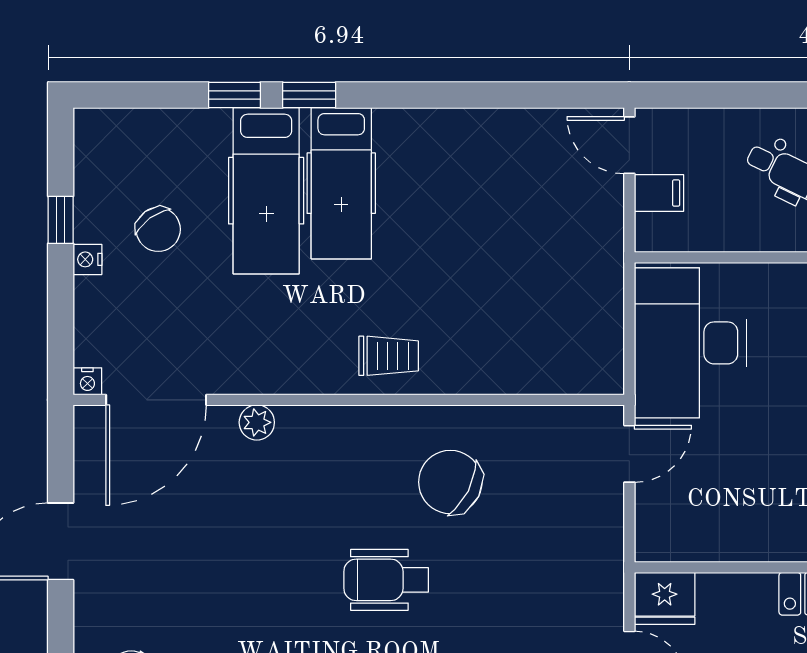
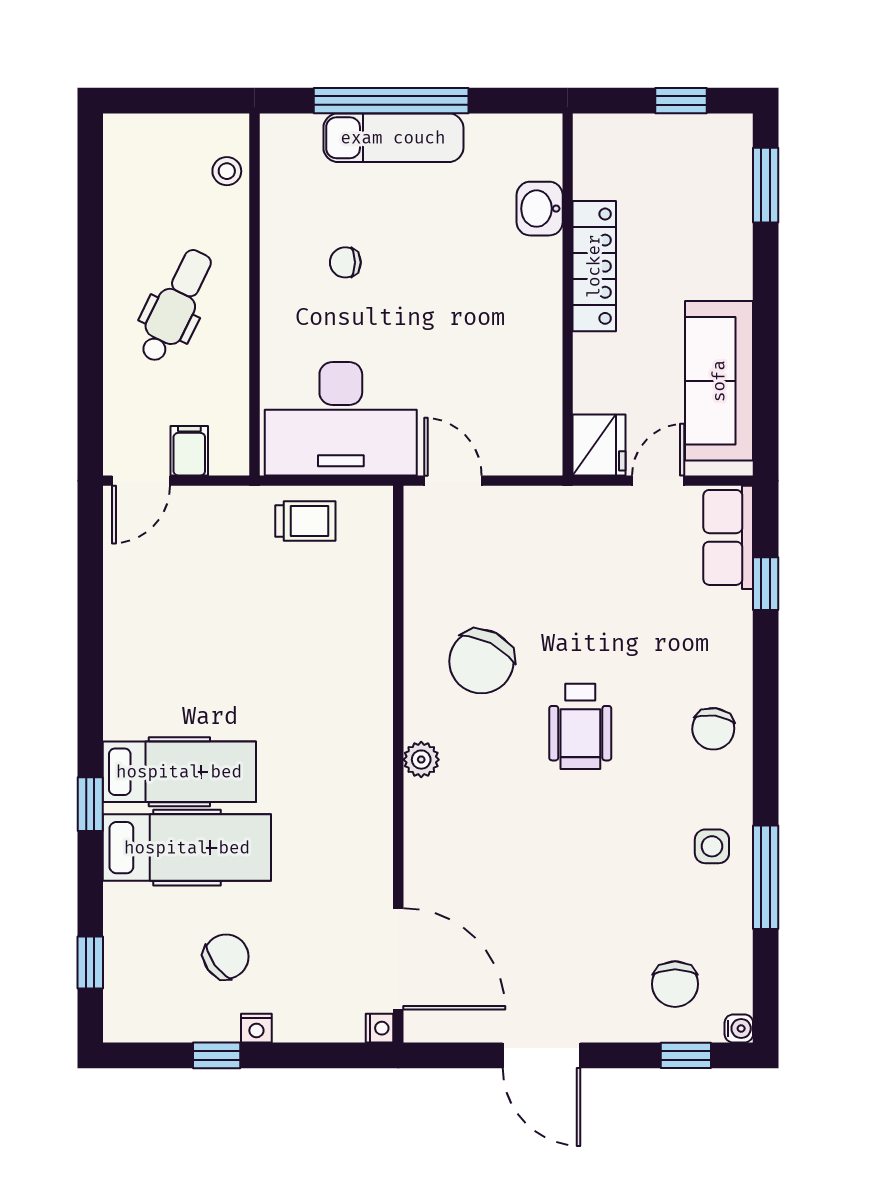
window: (234, 95) -> (90, 963), moved
trolley: (389, 356) -> (305, 521), moved, turned 90
plant: (257, 422) -> (421, 760), moved

